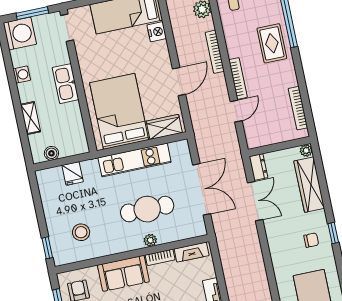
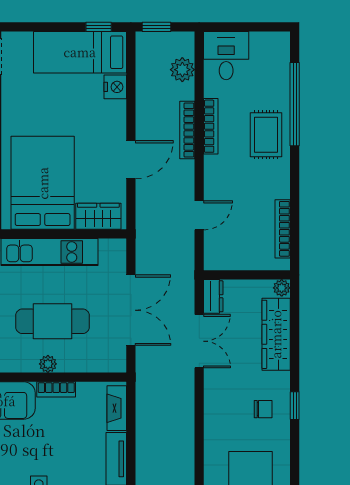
bookcase: (238, 78) -> (211, 126), moved
fireplace: (192, 252) -> (117, 408), moved, turned 90

